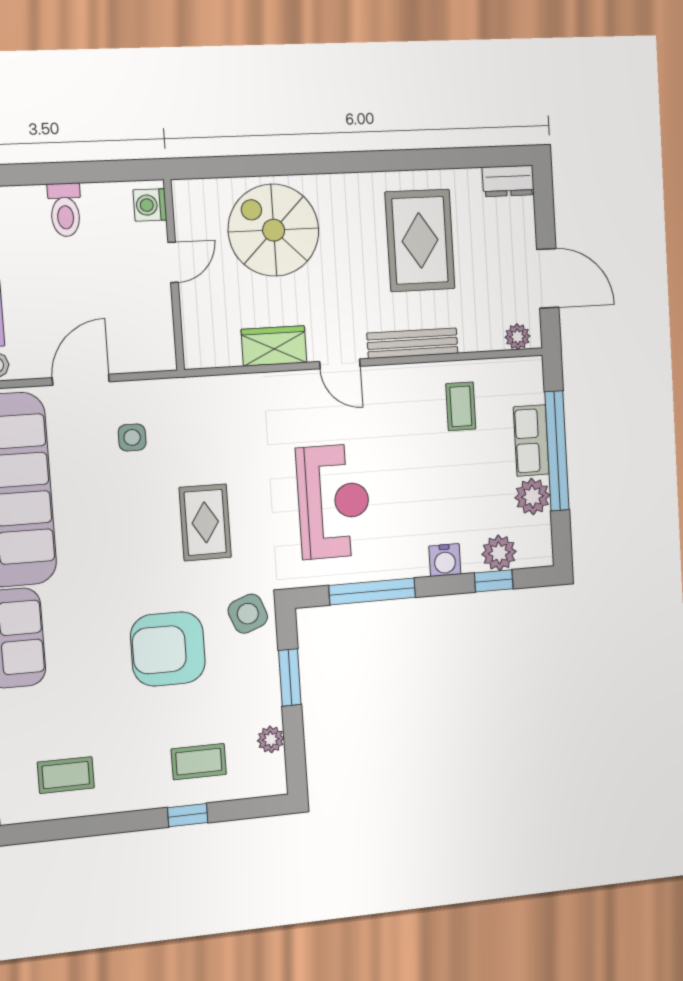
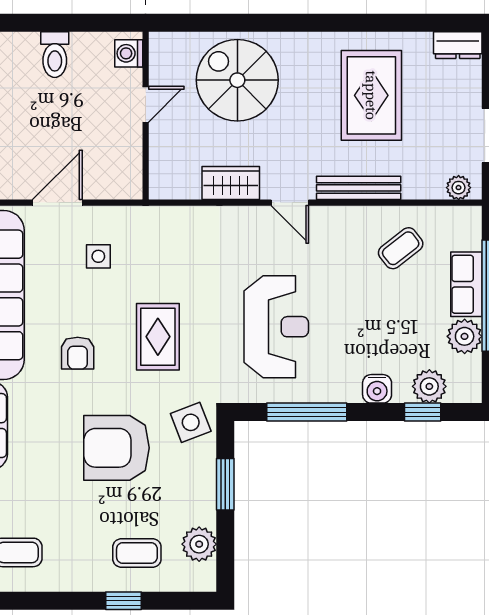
coffee table: (461, 406) -> (401, 248), turned 52
armchair: (117, 548) -> (78, 353), added
plant: (271, 739) -> (199, 544), width x1.38, depth x1.38

